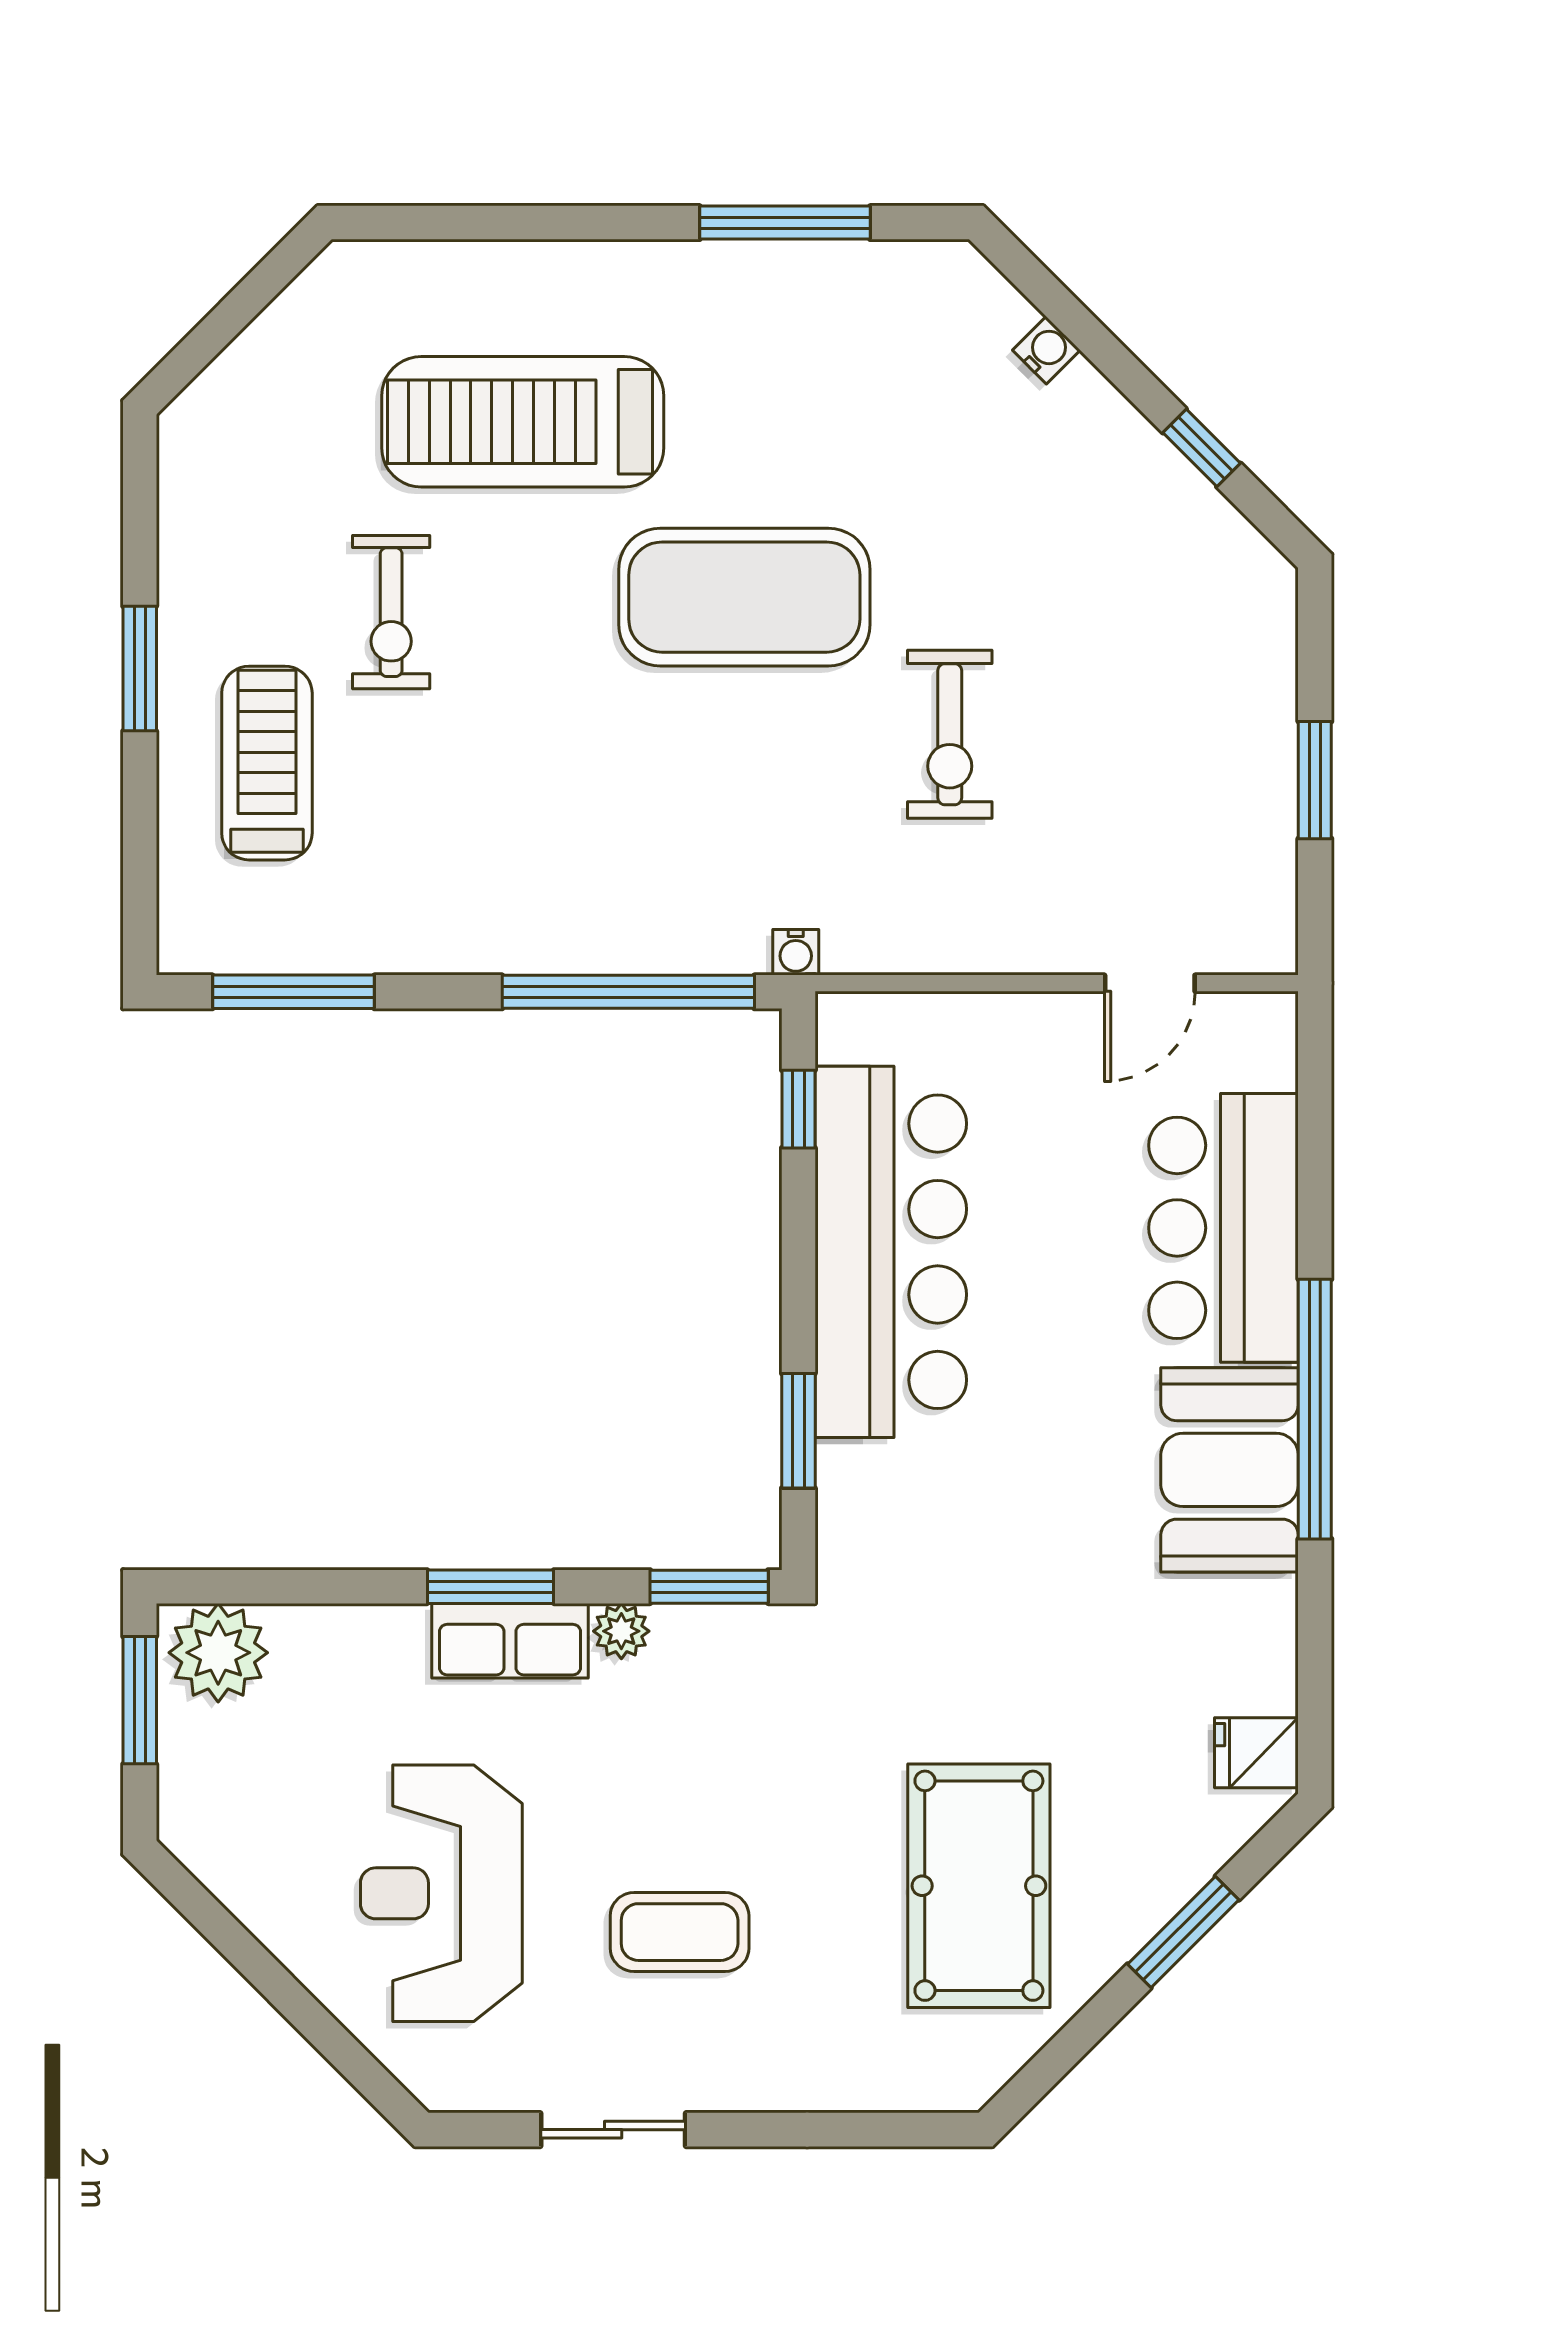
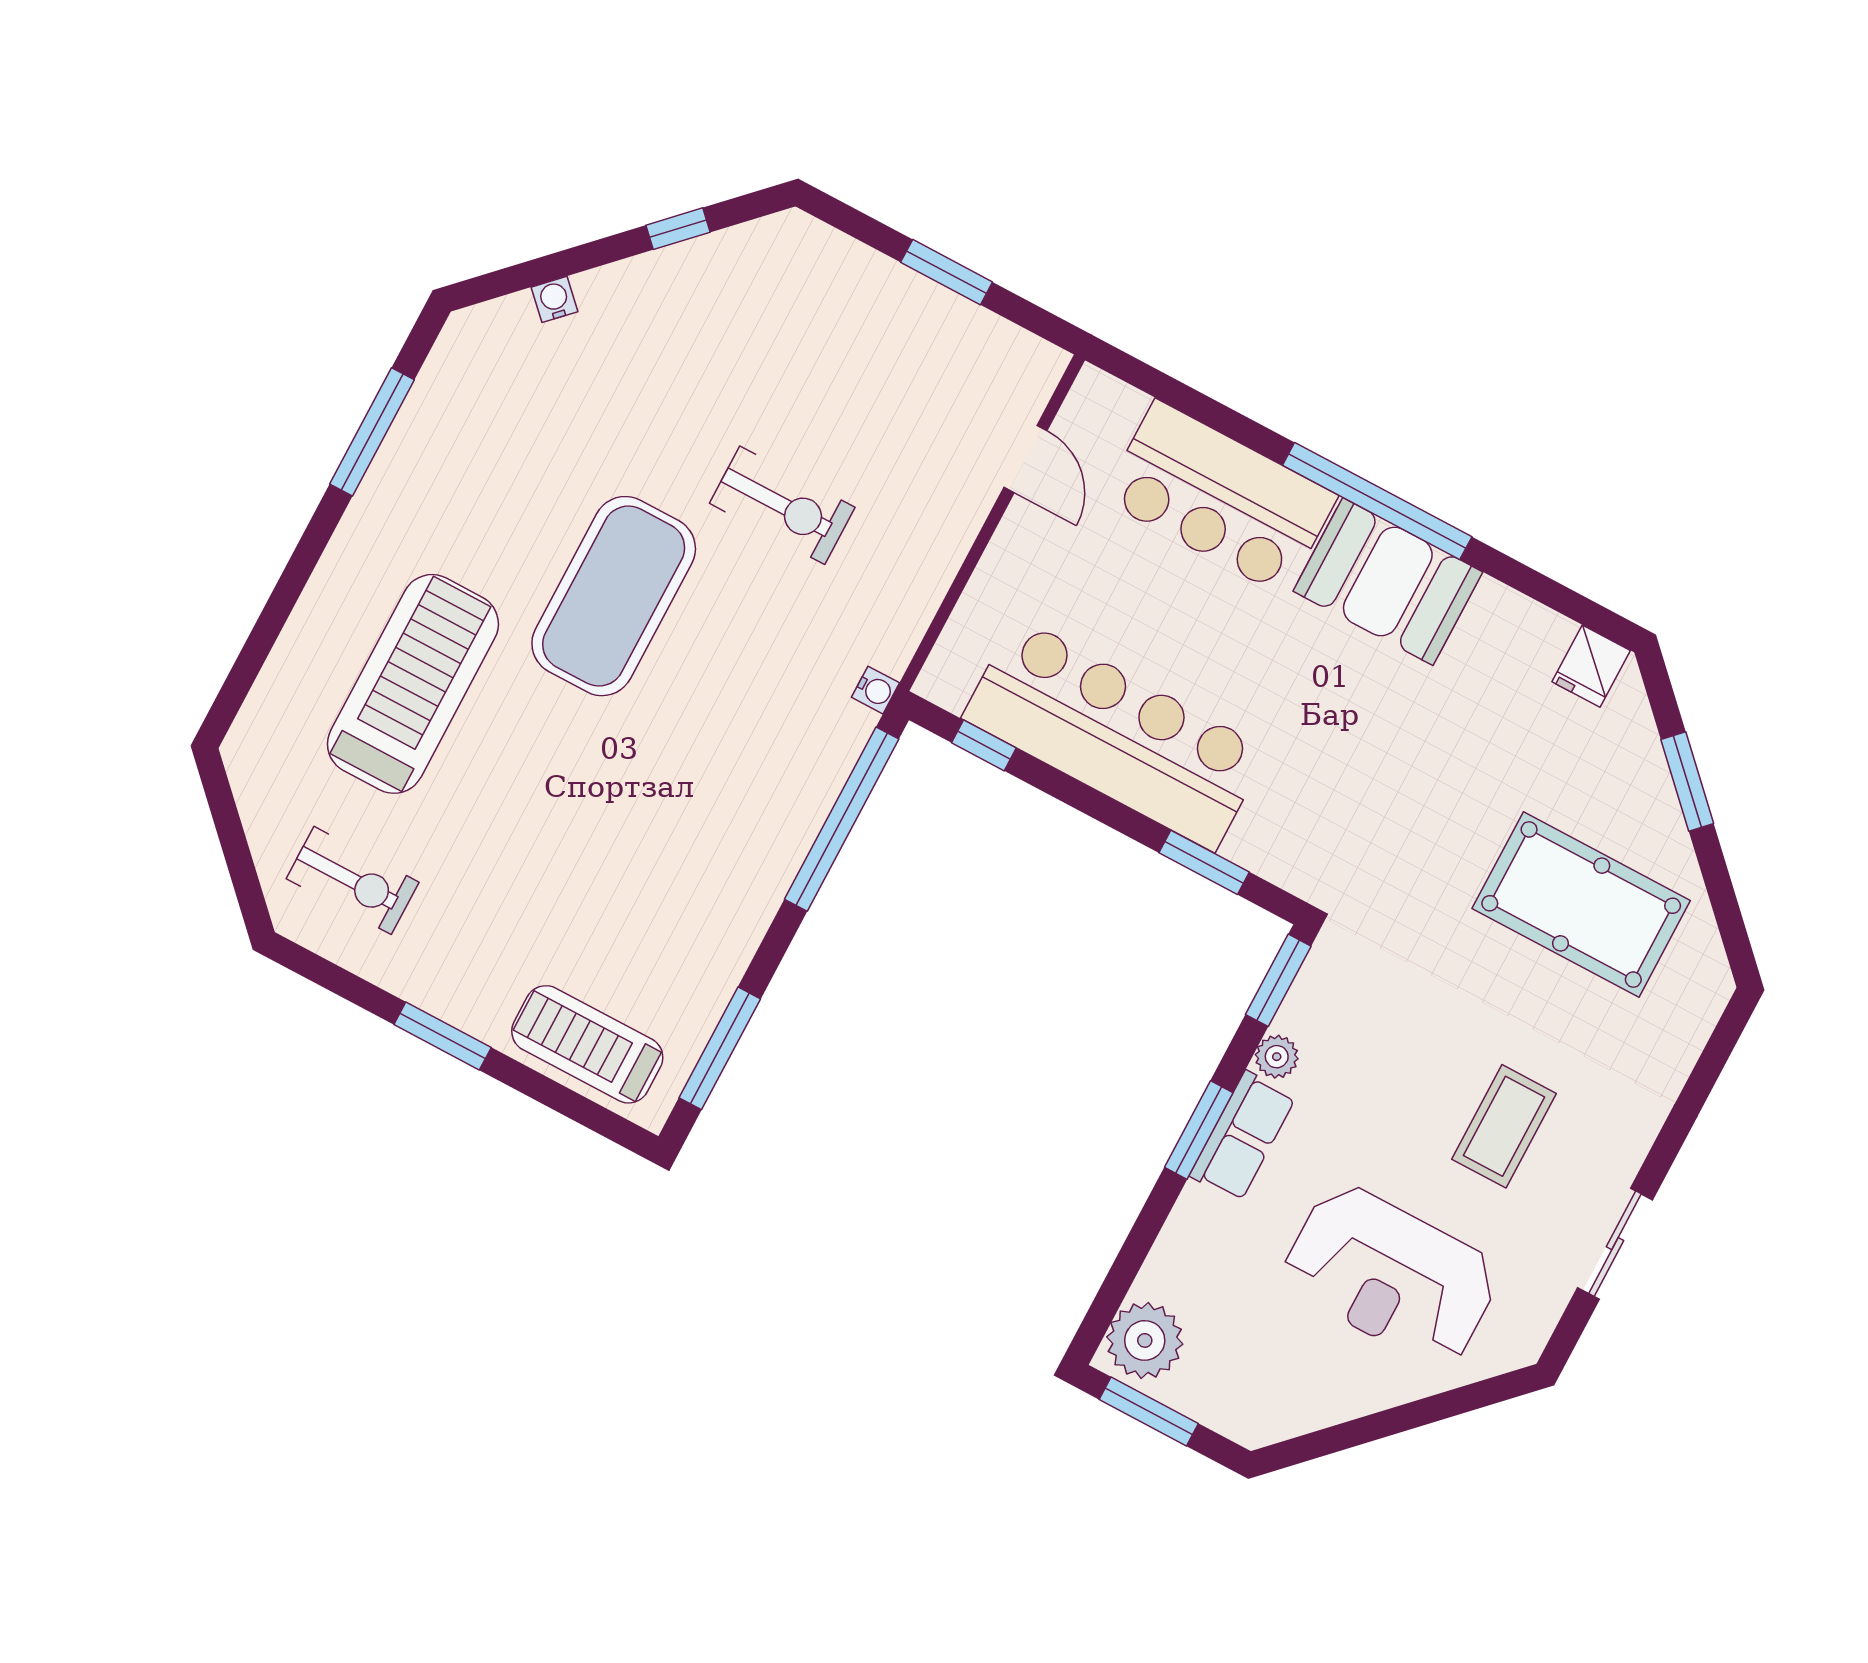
treadmill: (523, 422) -> (413, 684), turned 180
exercise bike: (391, 612) -> (353, 880), moved
treadmill: (267, 763) -> (587, 1044), moved

